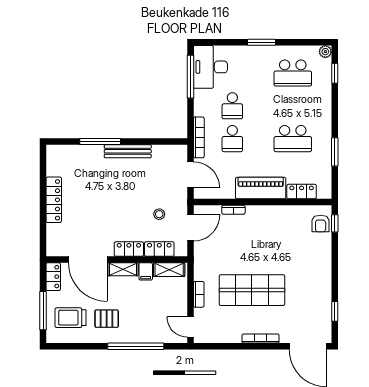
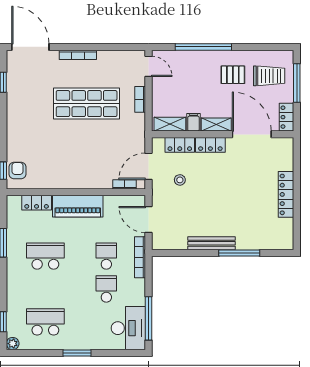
bookcase: (233, 210) -> (124, 184), moved

